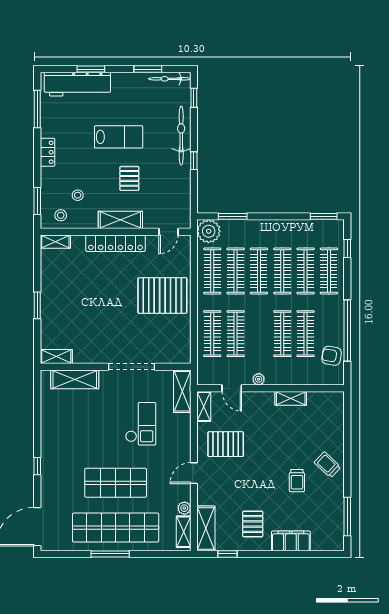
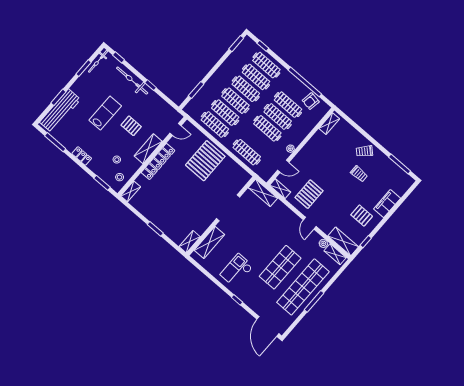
plant: (209, 231) -> (193, 109), removed
door: (168, 232) -> (176, 129), hinge flipped
clothes rail: (236, 334) -> (267, 128), moved
shelving: (291, 398) -> (329, 124), moved
checkout: (141, 424) -> (237, 270), moved, turned -90

